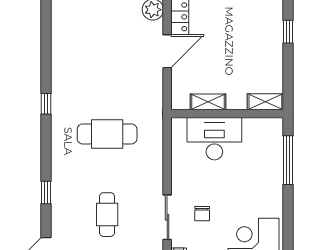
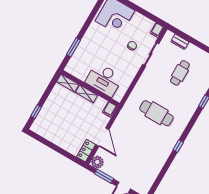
door: (167, 51) -> (102, 137), swing flipped
filing cabinet: (181, 99) -> (109, 109), added
shelving: (208, 102) -> (86, 94), moved
window: (288, 160) -> (73, 47), width x0.69

